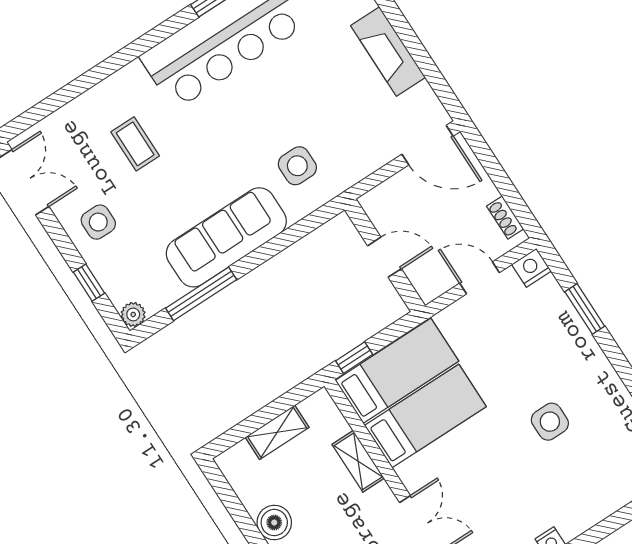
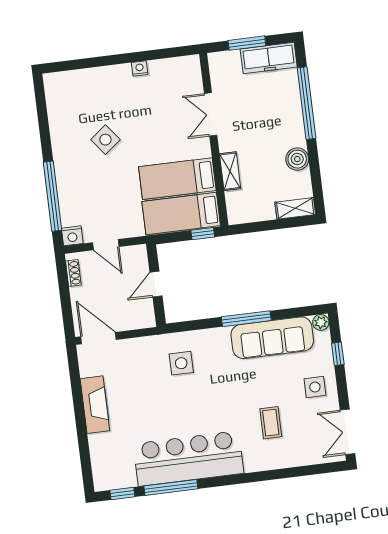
sofa: (226, 237) -> (272, 338), moved
door: (385, 257) -> (156, 284), hinge flipped
window: (201, 294) -> (246, 319), moved
window: (585, 309) -> (53, 196), width x2.11
side table: (550, 422) -> (105, 140), turned -38
shelving: (277, 432) -> (295, 208), moved

